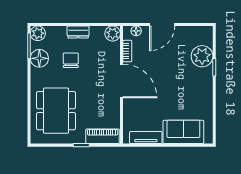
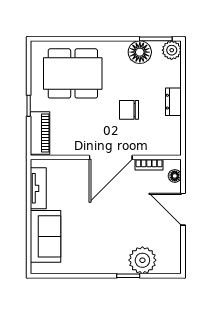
plant: (113, 33) -> (171, 146), removed
chair: (71, 60) -> (129, 110), moved, turned 180

